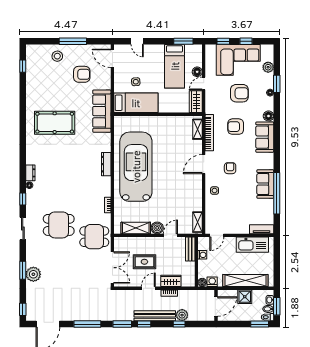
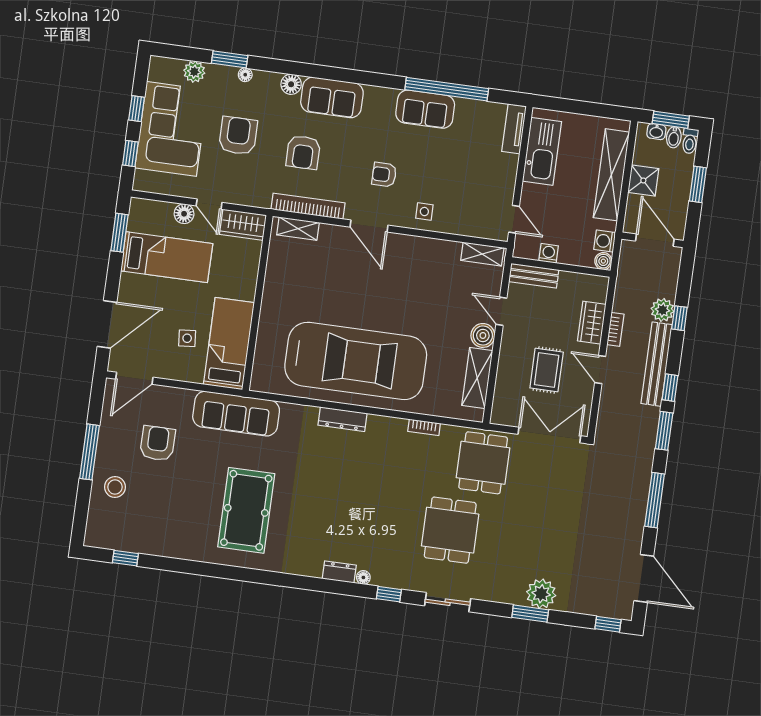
door: (137, 41) -> (107, 324), width x1.87
car: (136, 167) -> (356, 361), turned 180
window: (260, 324) -> (698, 184), moved

